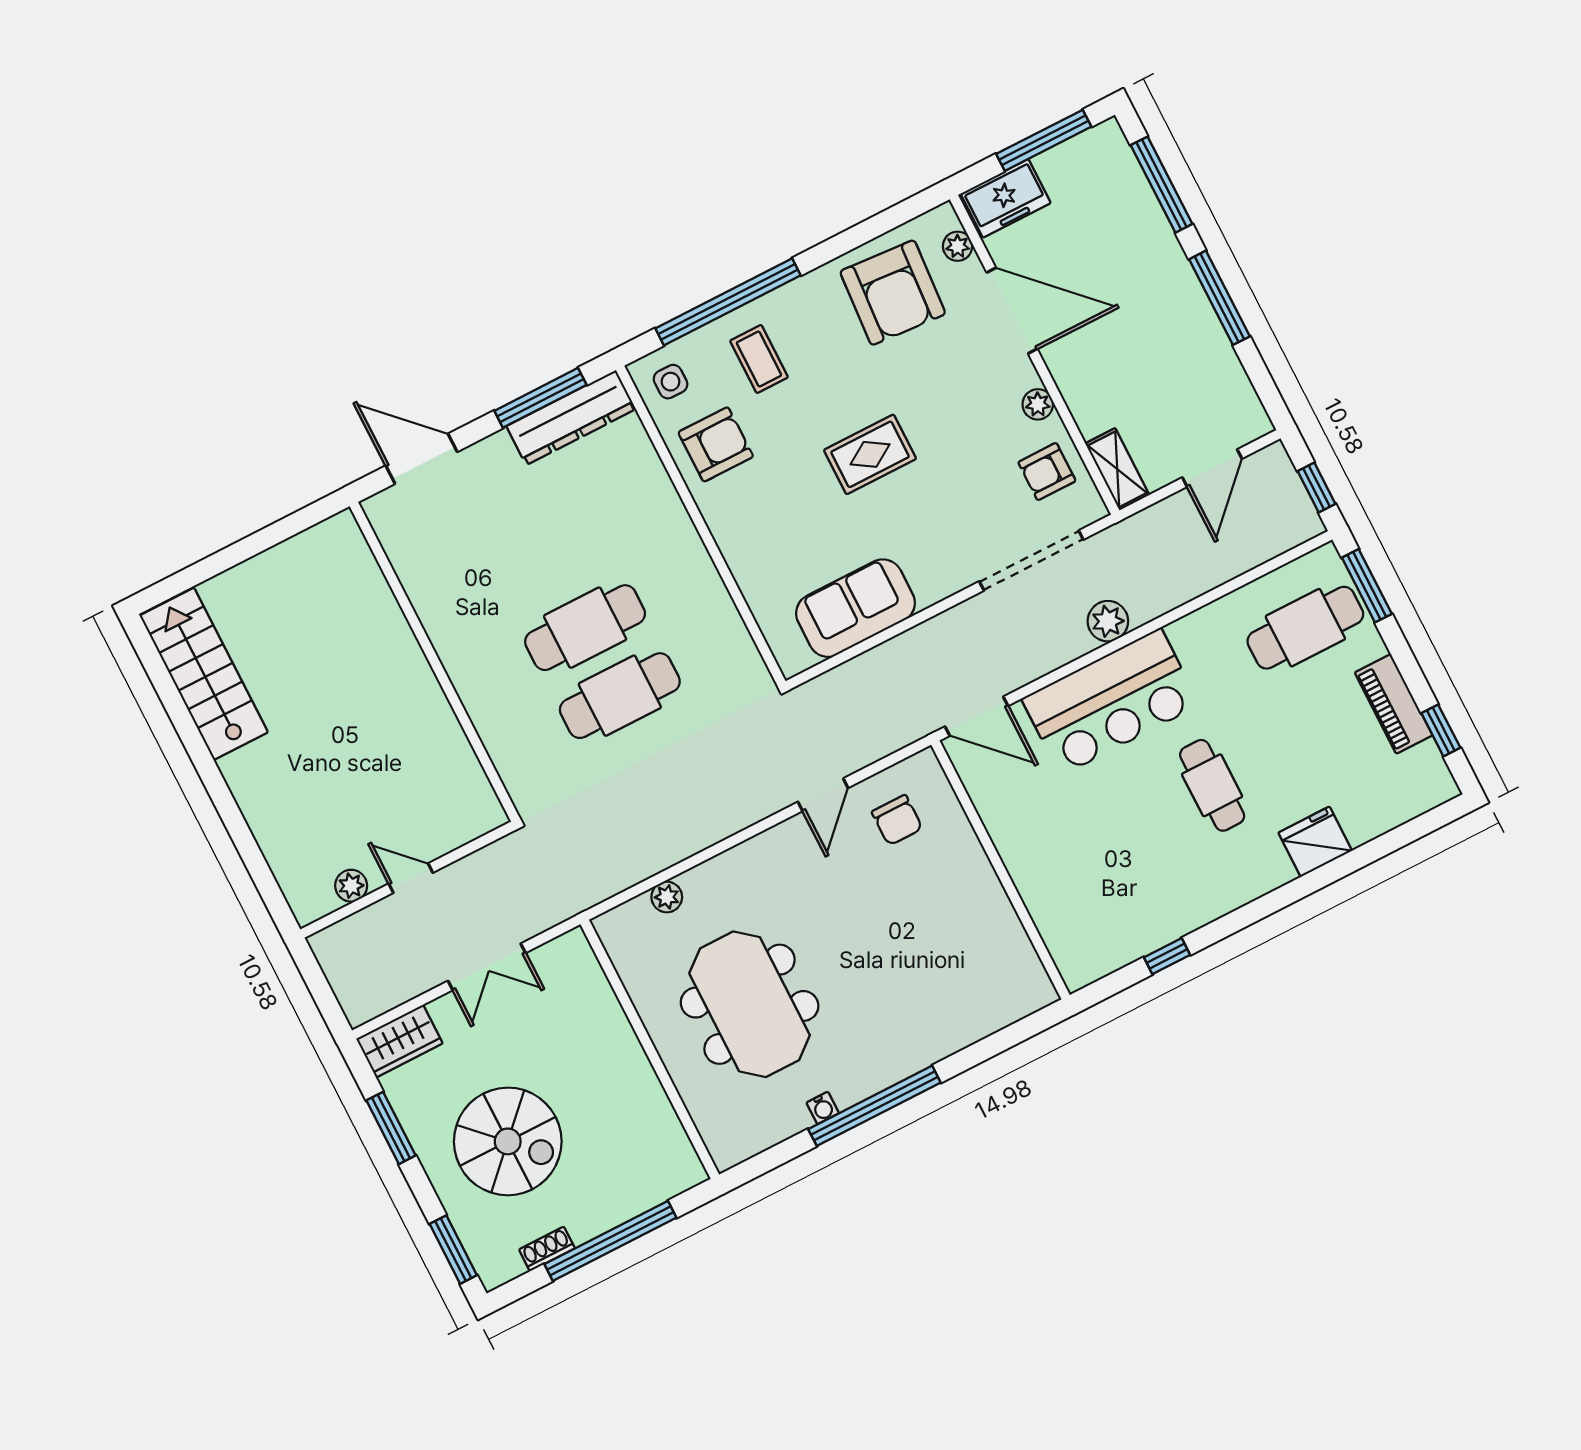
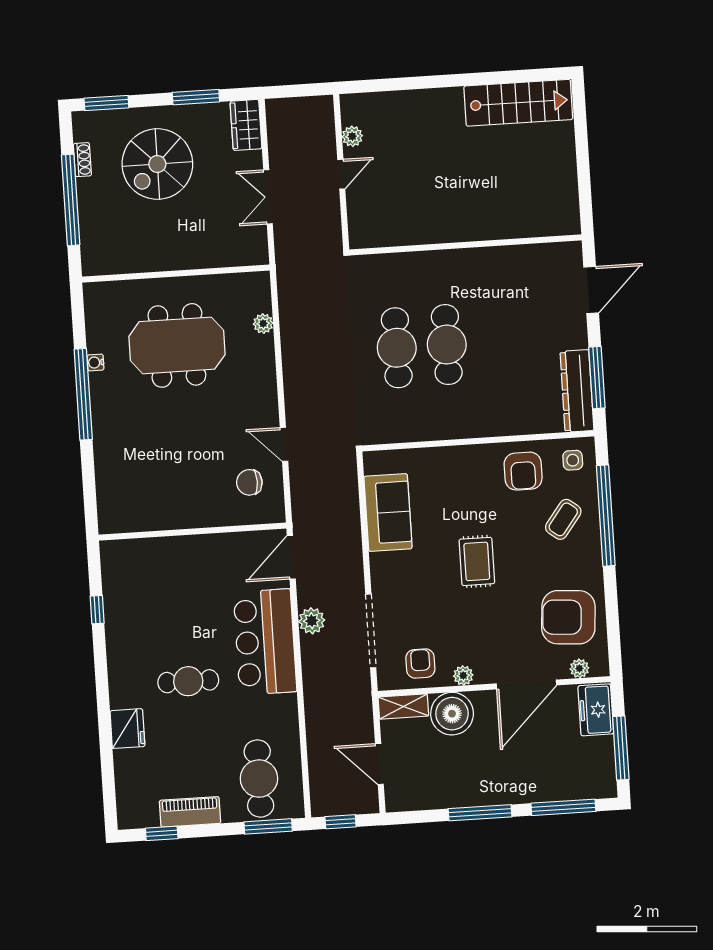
coffee table: (759, 359) -> (563, 519), turned -53
boiler: (1098, 397) -> (452, 714), added
plant: (1108, 621) -> (312, 621), moved

